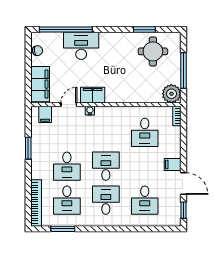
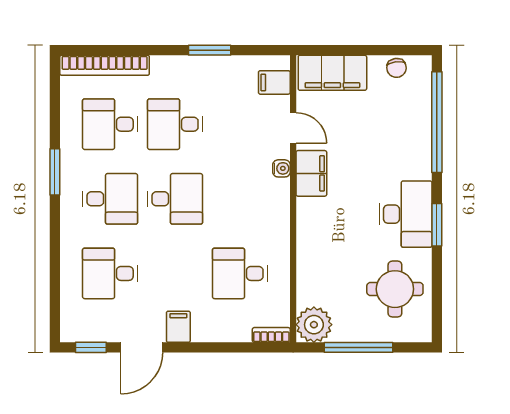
window: (144, 30) -> (437, 225), moved
desk: (81, 46) -> (406, 214), moved
window: (63, 229) -> (55, 172), moved

